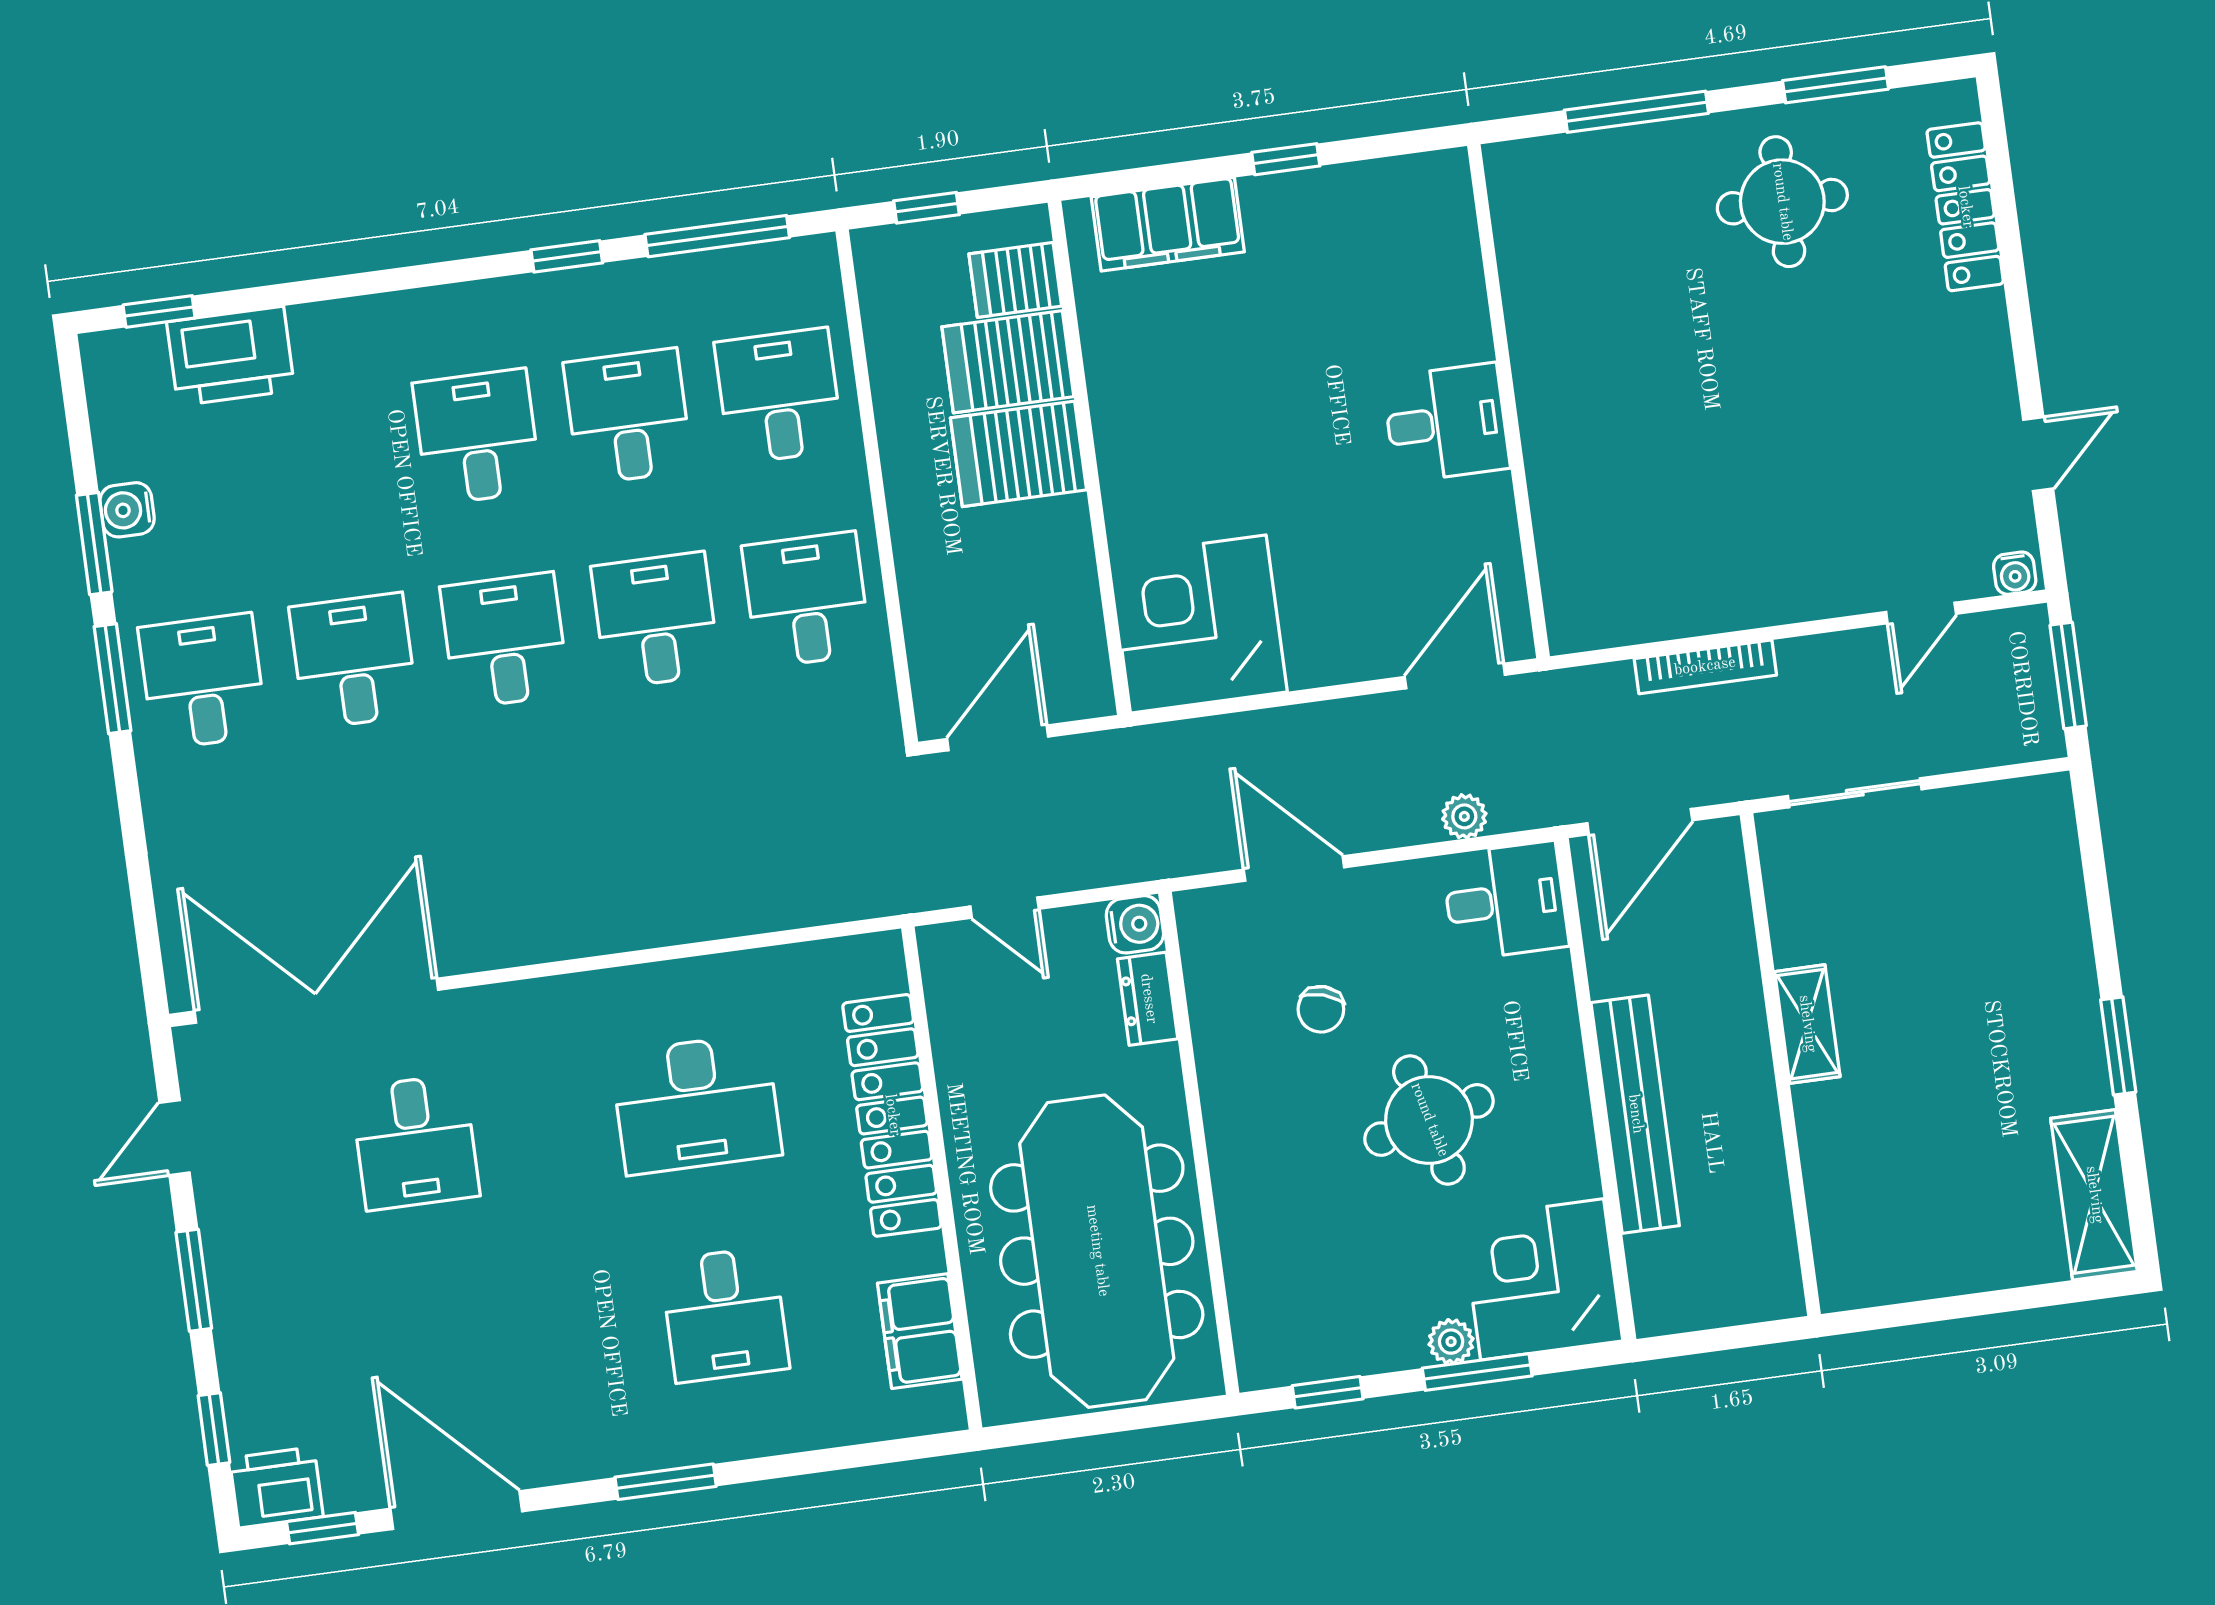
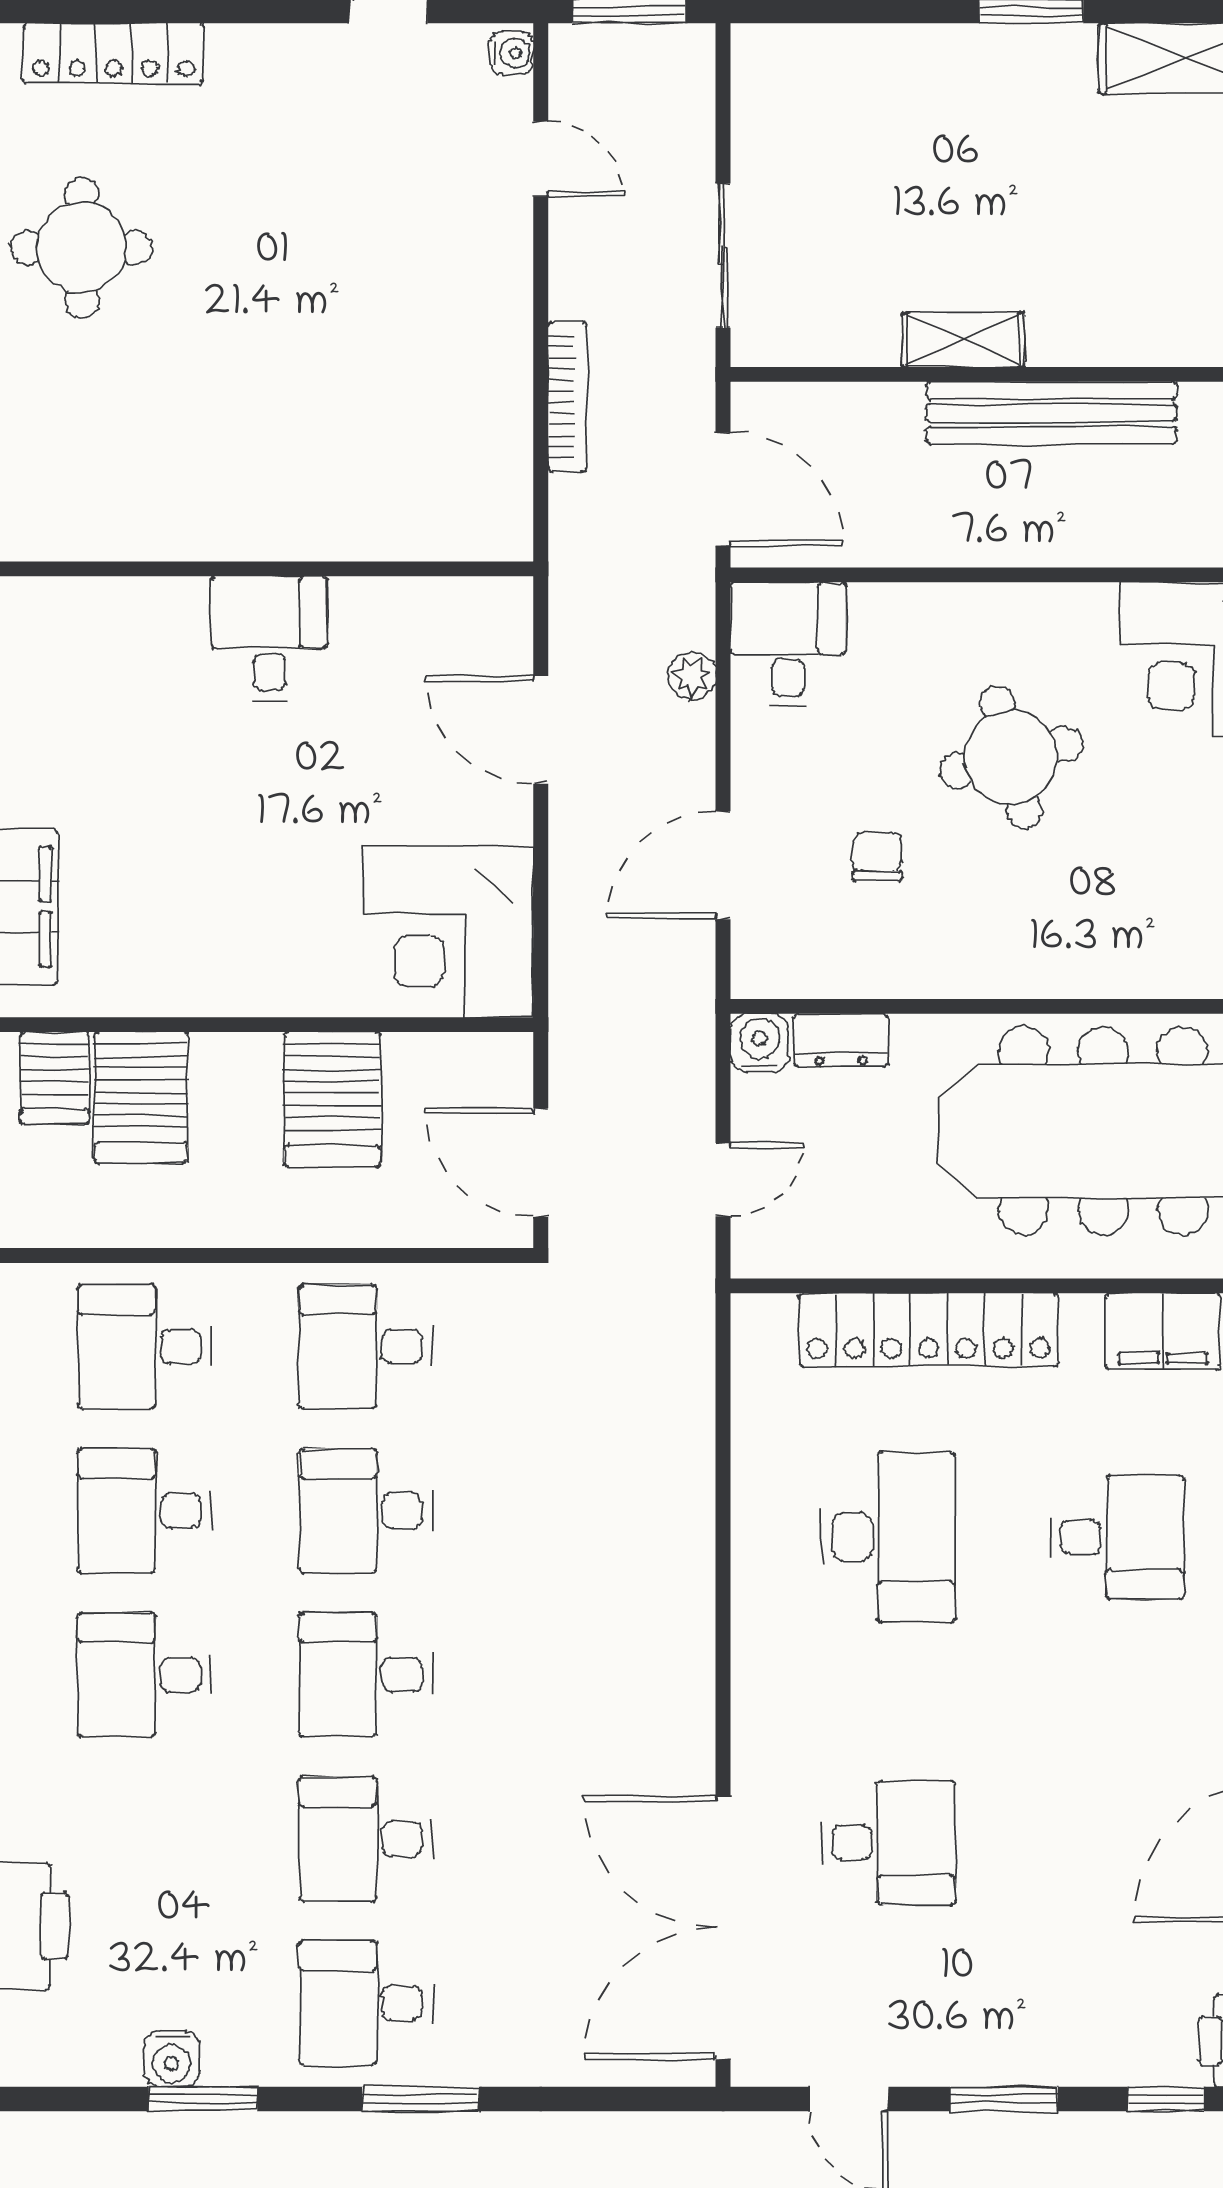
server rack: (1018, 454) -> (332, 1099), moved
door: (1455, 676) -> (541, 730), moved
window: (112, 679) -> (421, 2099), moved
chair: (1321, 1009) -> (877, 857), turned -107
bench: (1635, 1114) -> (1051, 413), moved

